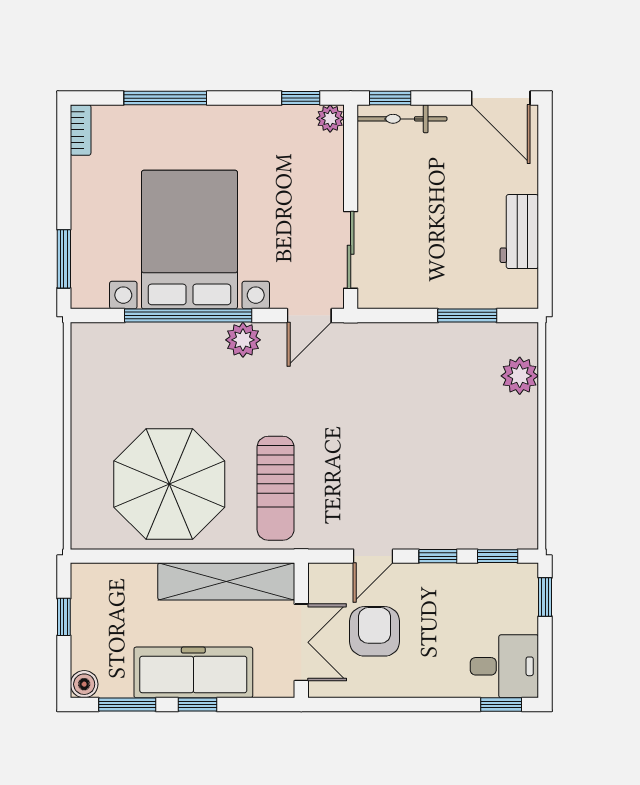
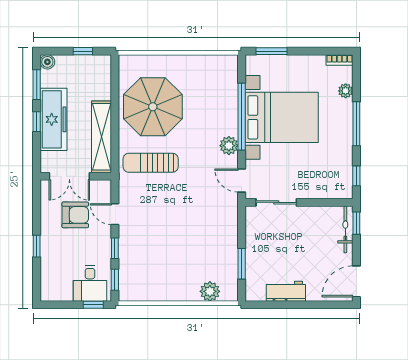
window: (165, 98) -> (356, 124), moved
plant: (330, 118) -> (346, 91), moved
desk: (504, 666) -> (90, 283), moved
window: (501, 704) -> (37, 246), moved

